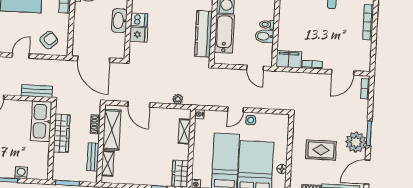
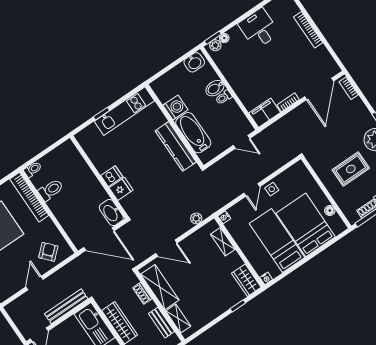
washbasin: (119, 21) -> (111, 213), moved
bidet: (264, 36) -> (215, 88), moved
door: (343, 72) -> (319, 89), width x1.36
bench: (37, 91) -> (66, 306), width x1.36

